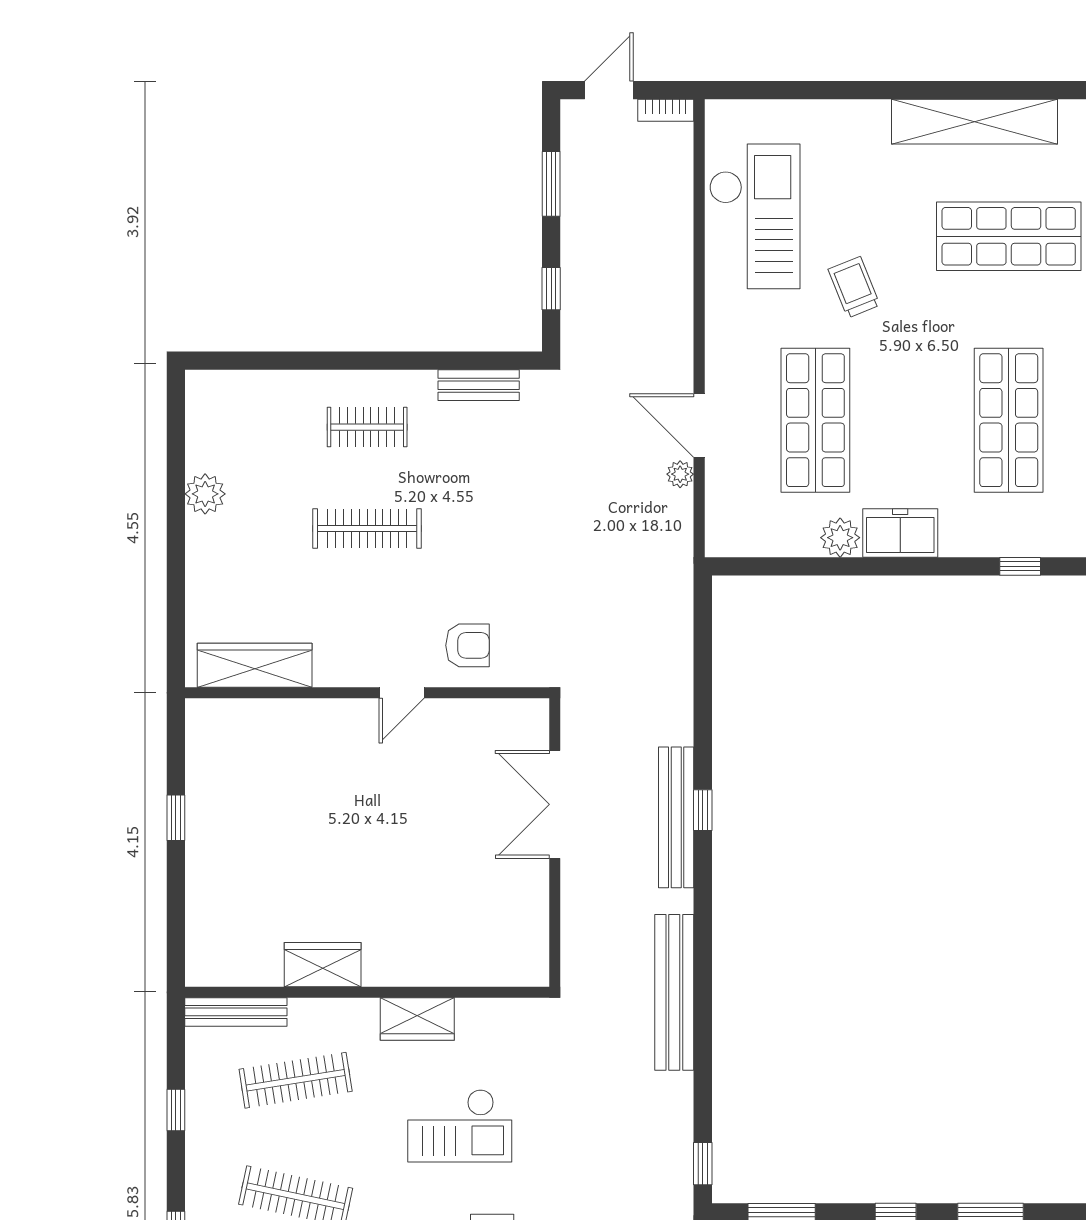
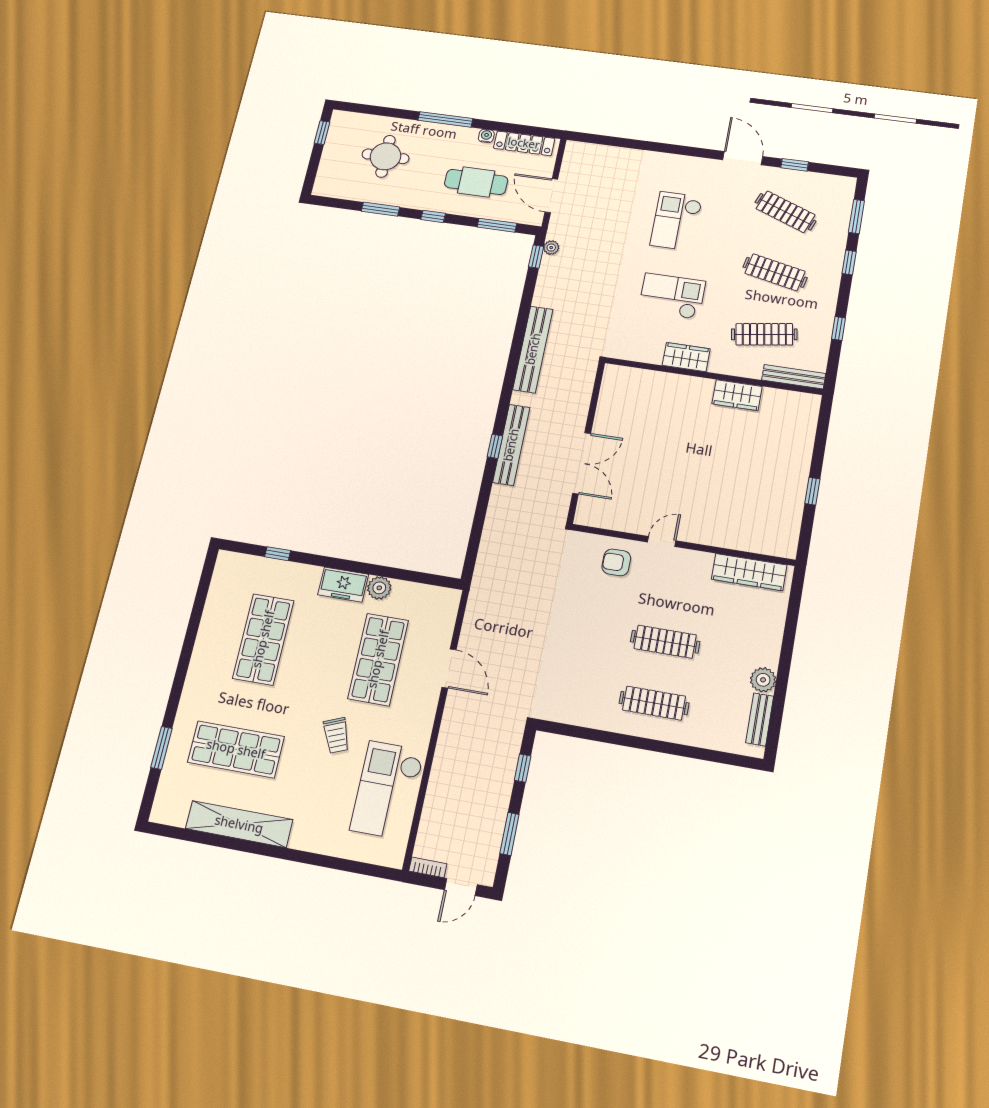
bench: (479, 385) -> (760, 719), moved, turned 90
clothes rail: (367, 427) -> (654, 703), width x1.36
plant: (680, 474) -> (551, 248), moved

